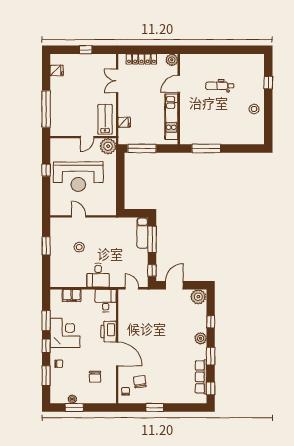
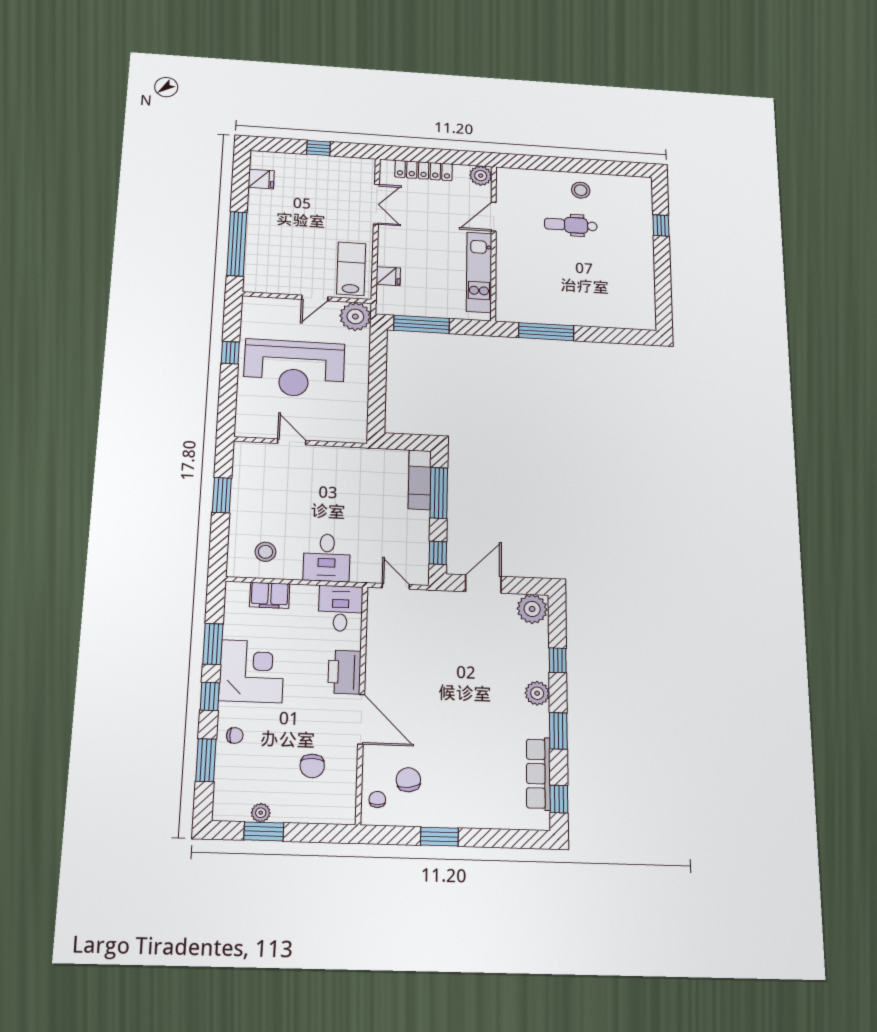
double door: (117, 81) -> (376, 204), swing flipped
stool: (254, 109) -> (581, 190), moved
stool: (79, 247) -> (265, 552), moved

